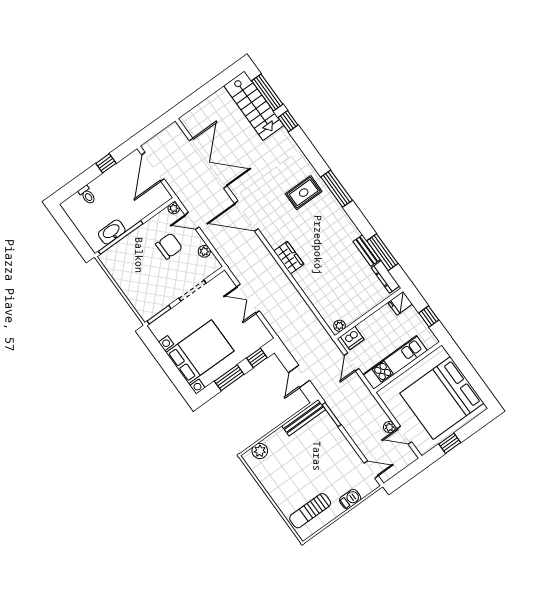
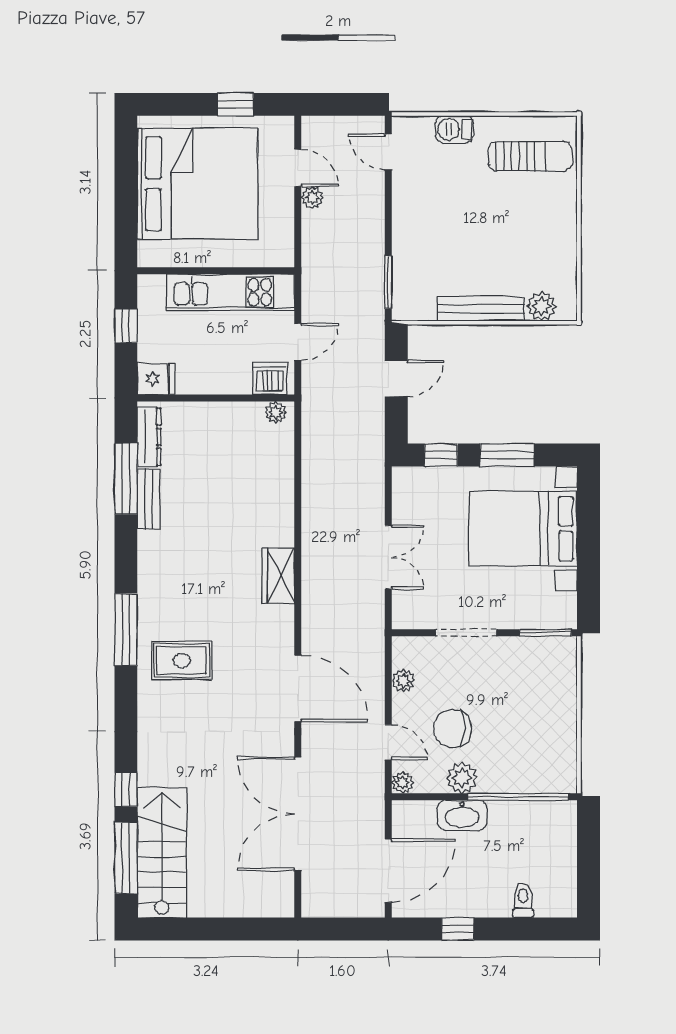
plant: (150, 228) -> (462, 778), added
washbasin: (112, 232) -> (462, 815), moved
bench: (304, 418) -> (481, 309), moved

